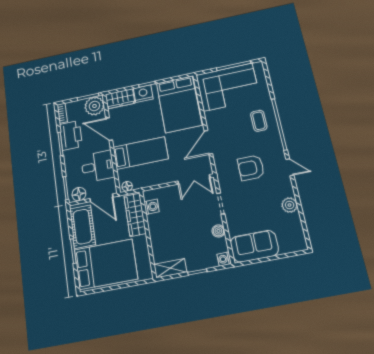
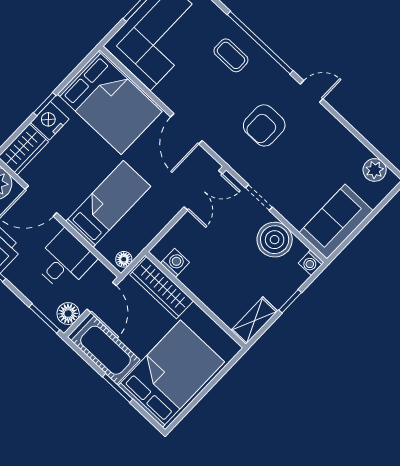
door: (101, 198) -> (102, 297), hinge flipped
plant: (290, 205) -> (375, 170), moved
boiler: (218, 231) -> (275, 240), width x1.86, depth x1.86

